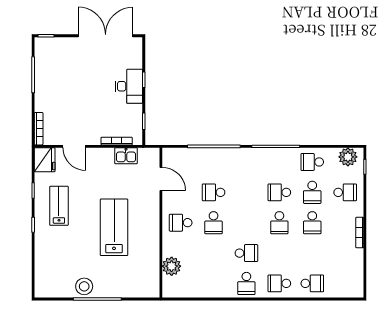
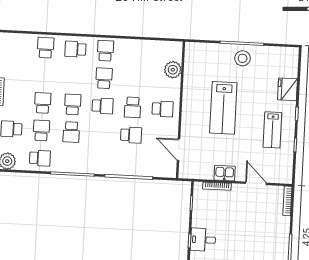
desk: (129, 86) -> (203, 240), width x0.73
kitchen sink: (126, 156) -> (225, 173), moved
fridge: (45, 160) -> (287, 89), moved
school desk: (279, 192) -> (71, 132), turned 90
school desk: (214, 223) -> (133, 107), turned 180
school desk: (246, 223) -> (103, 106), added
school desk: (246, 253) -> (104, 78), turned 90
school desk: (279, 283) -> (75, 49), turned 180
school desk: (312, 283) -> (46, 48), turned 90
stool: (84, 286) -> (243, 58), moved

